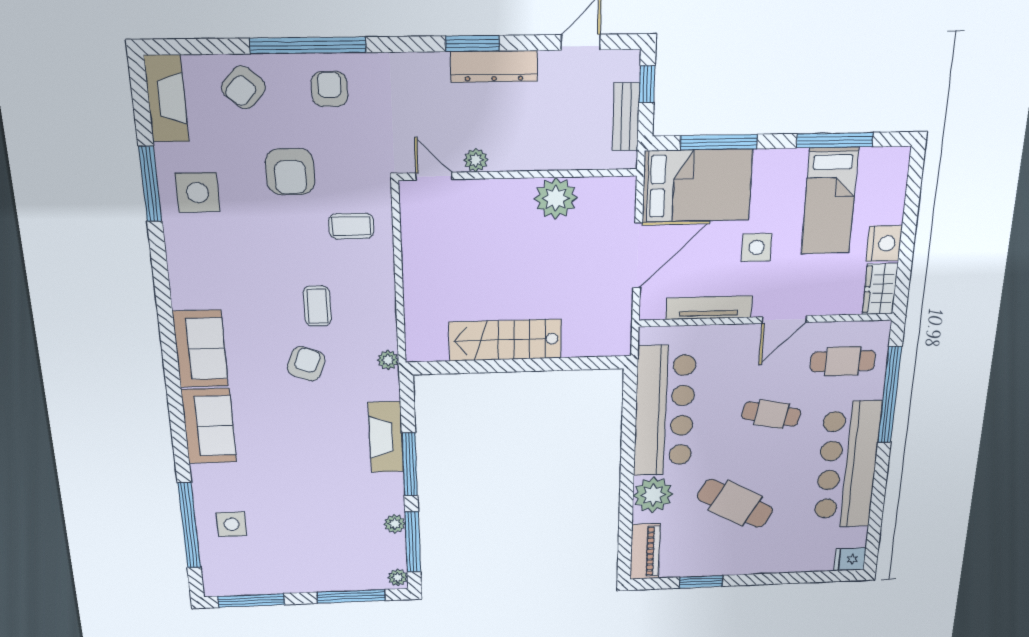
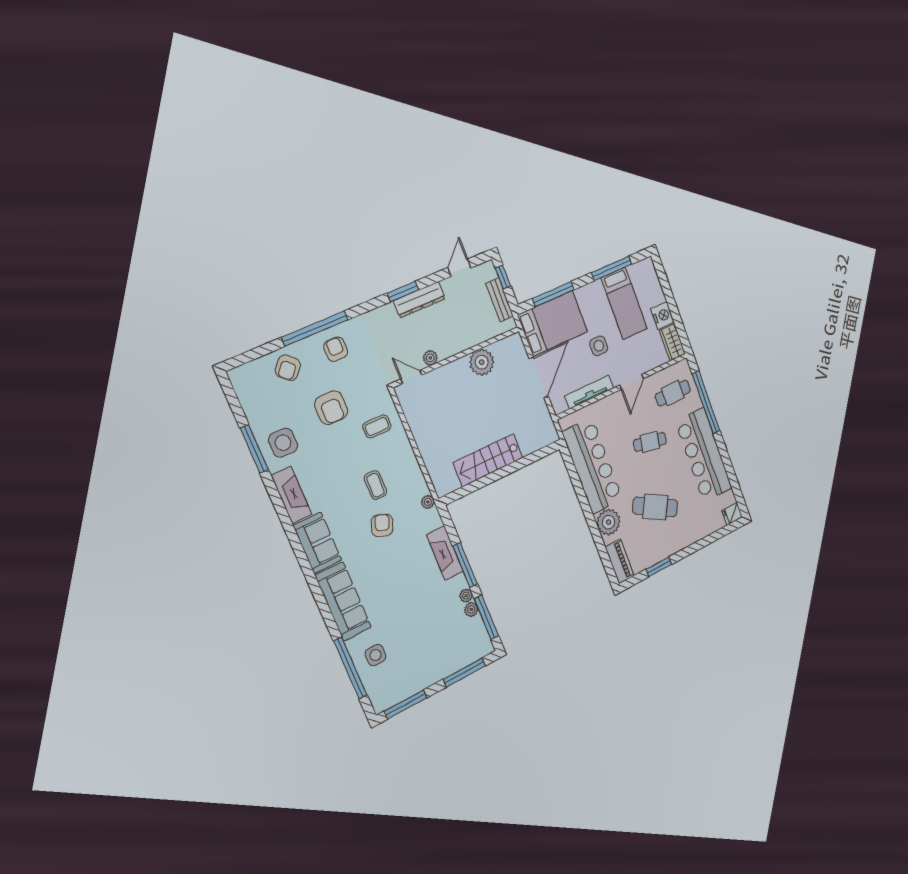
fireplace: (166, 99) -> (291, 495), moved
sofa: (209, 426) -> (343, 601), width x1.36
plant: (398, 577) -> (466, 596), moved

